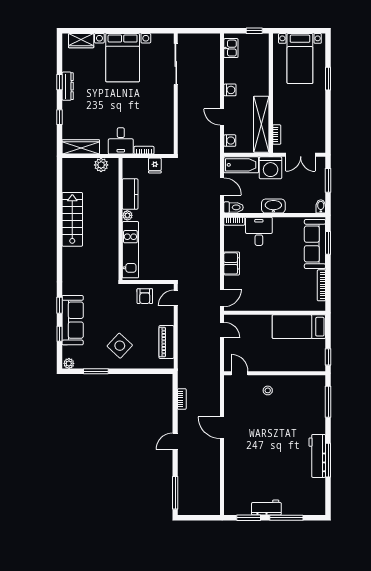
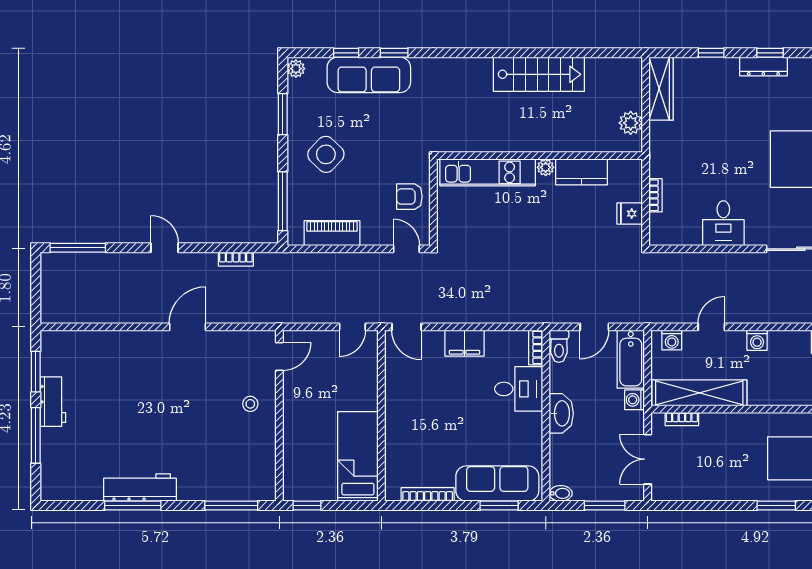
desk: (121, 141) -> (723, 223), moved, turned -90
washing machine: (271, 168) -> (635, 400), width x0.53, depth x0.53
window: (148, 371) -> (283, 201), added

